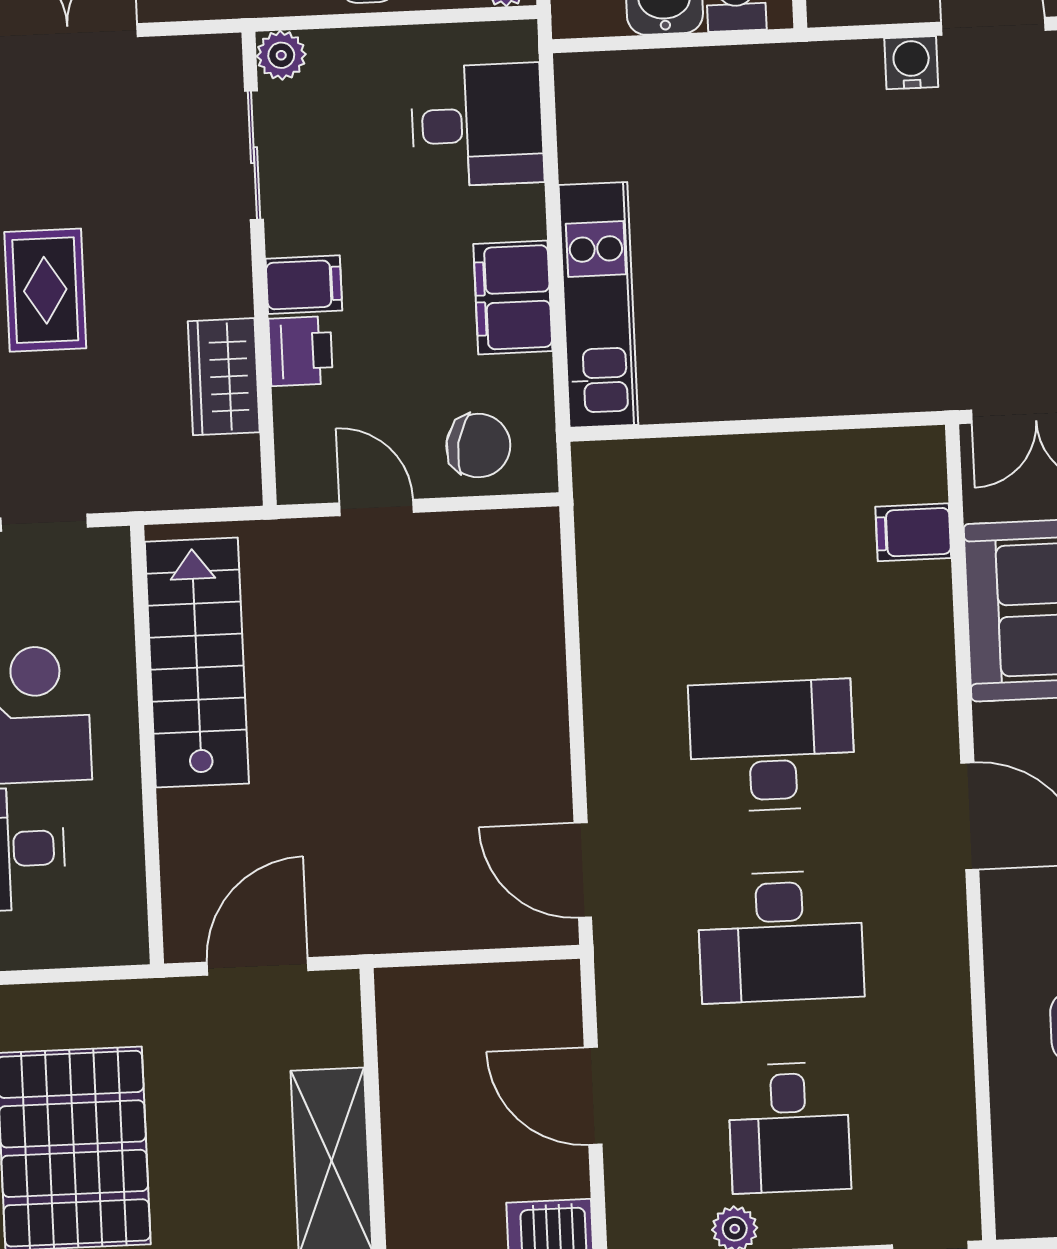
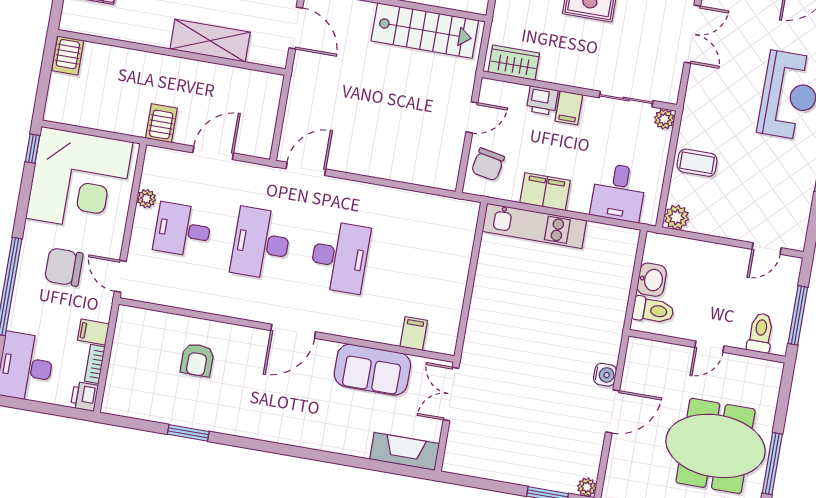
wardrobe: (224, 377) -> (514, 63), moved

